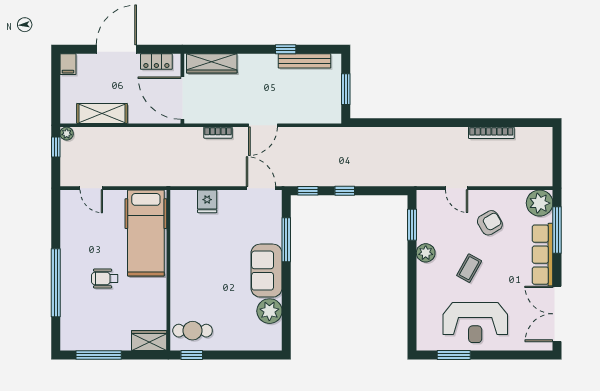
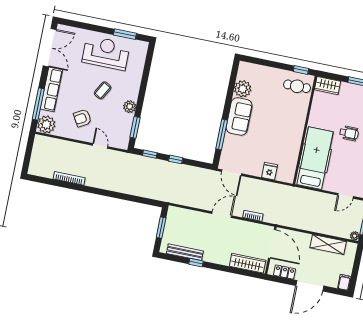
door: (91, 188) -> (346, 196), swing flipped
window: (308, 191) -> (150, 154), moved

